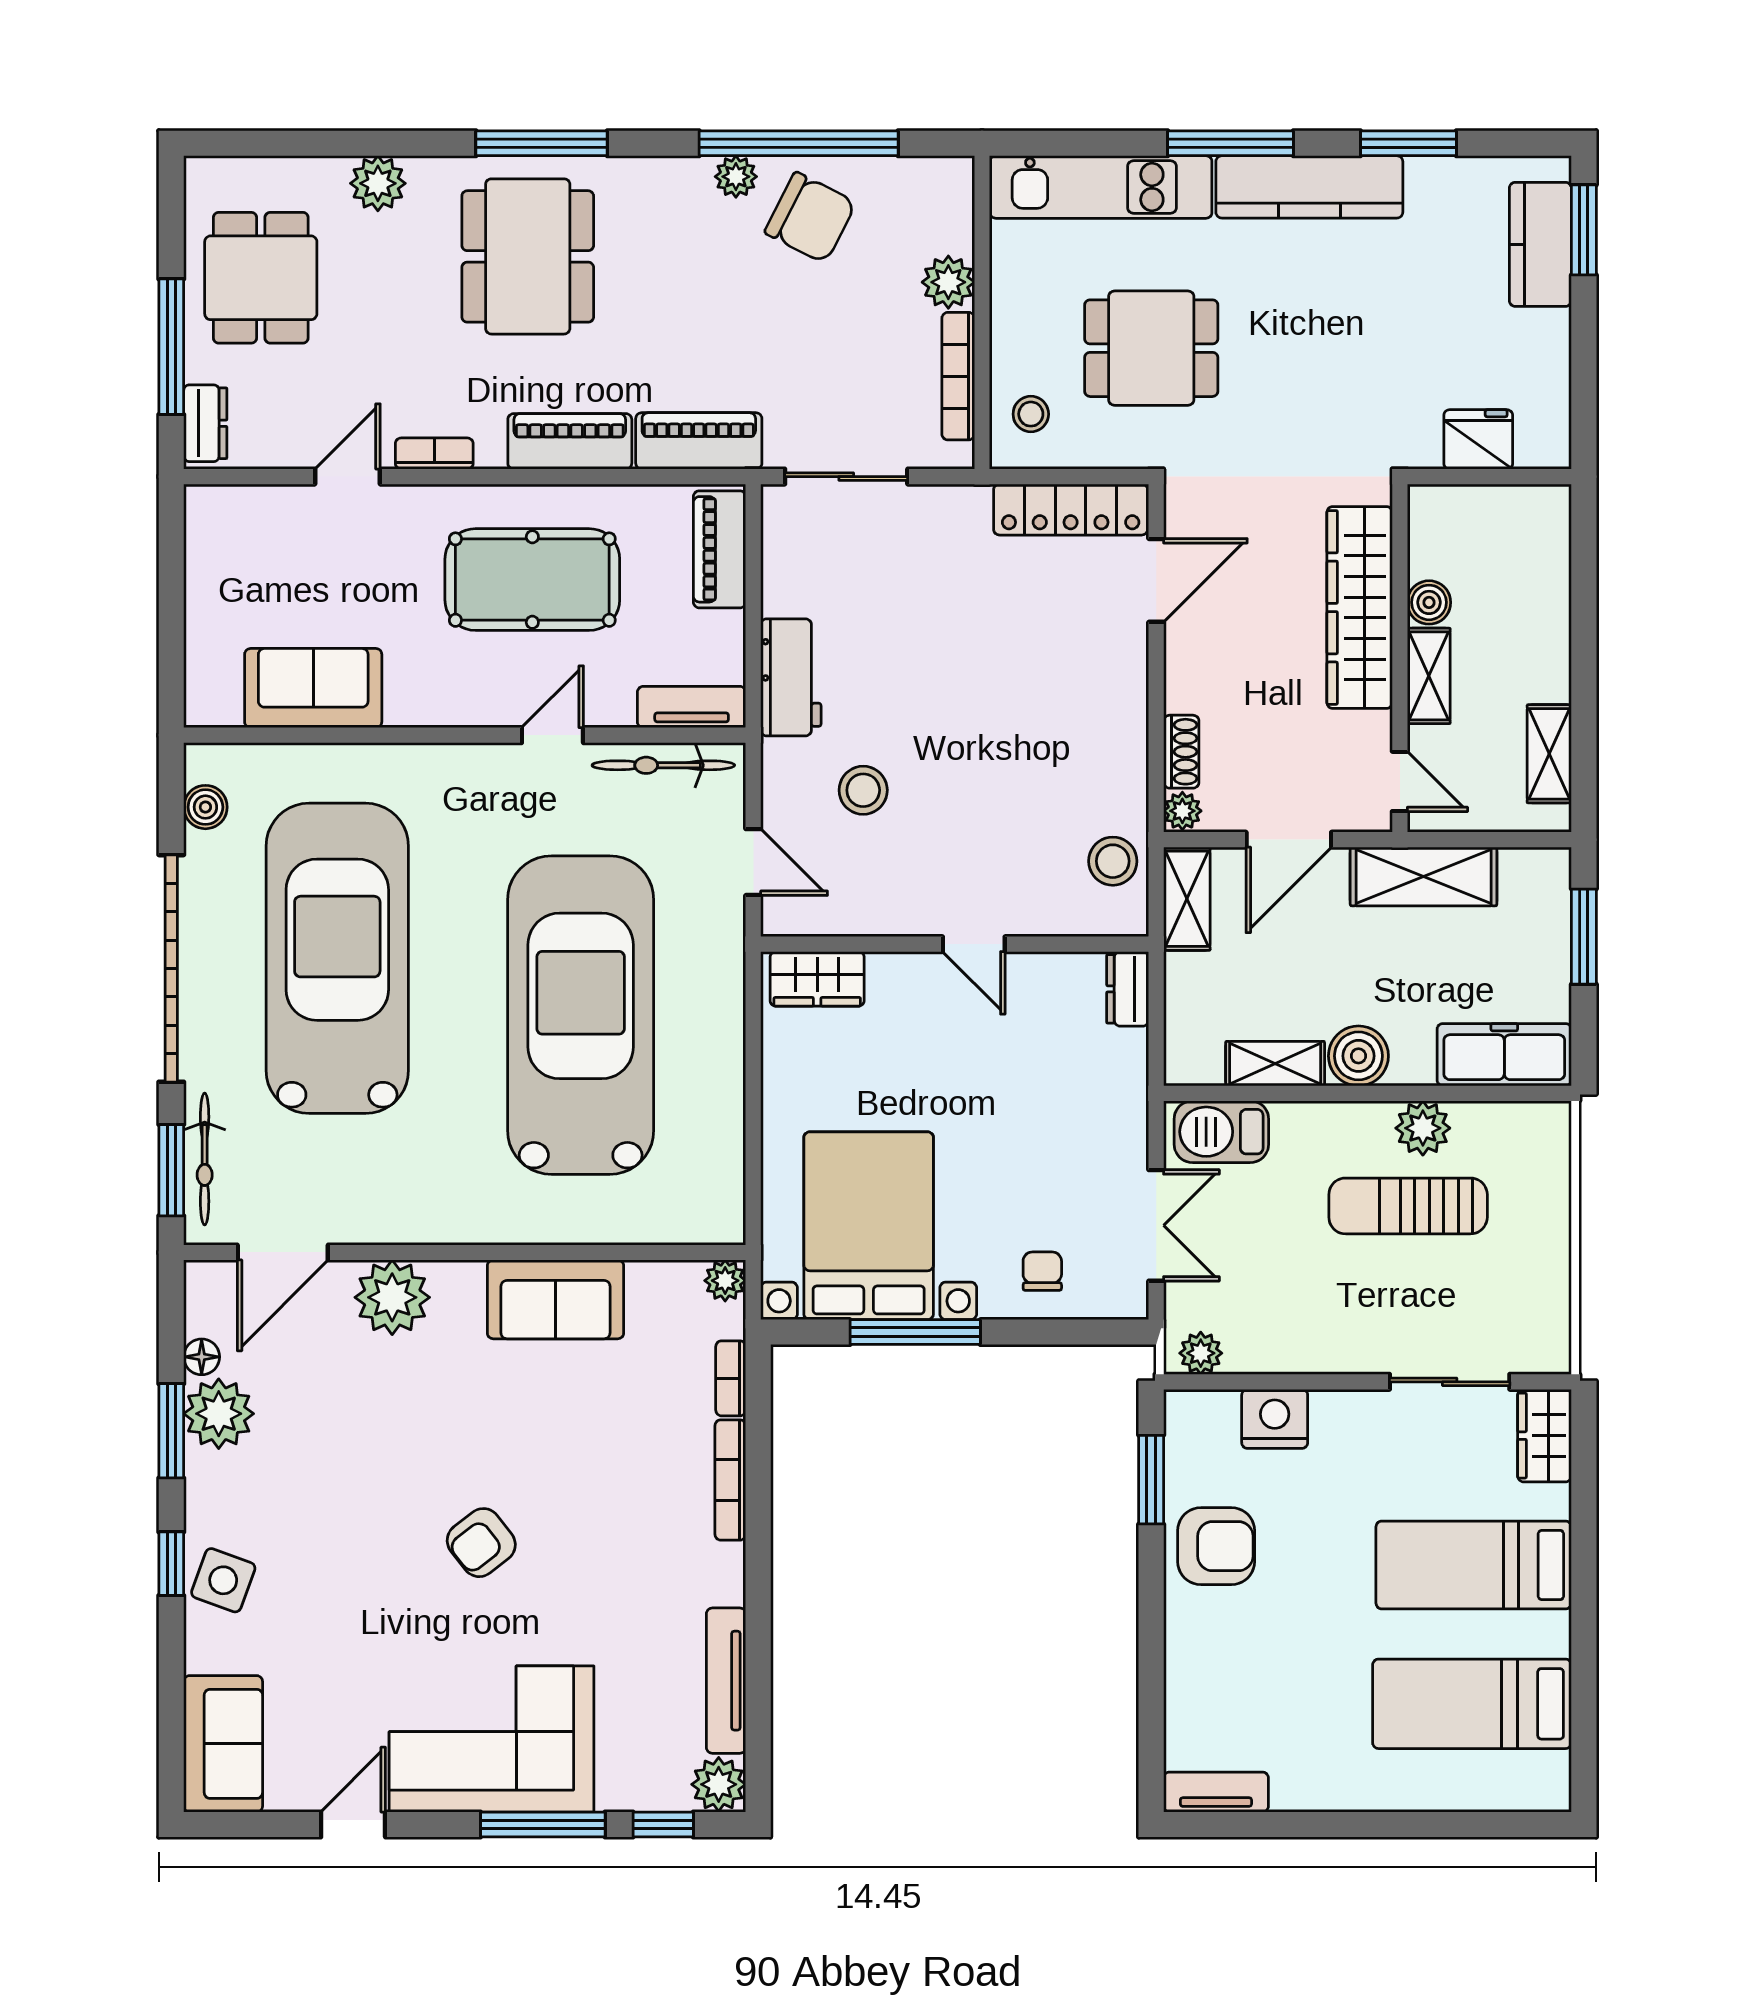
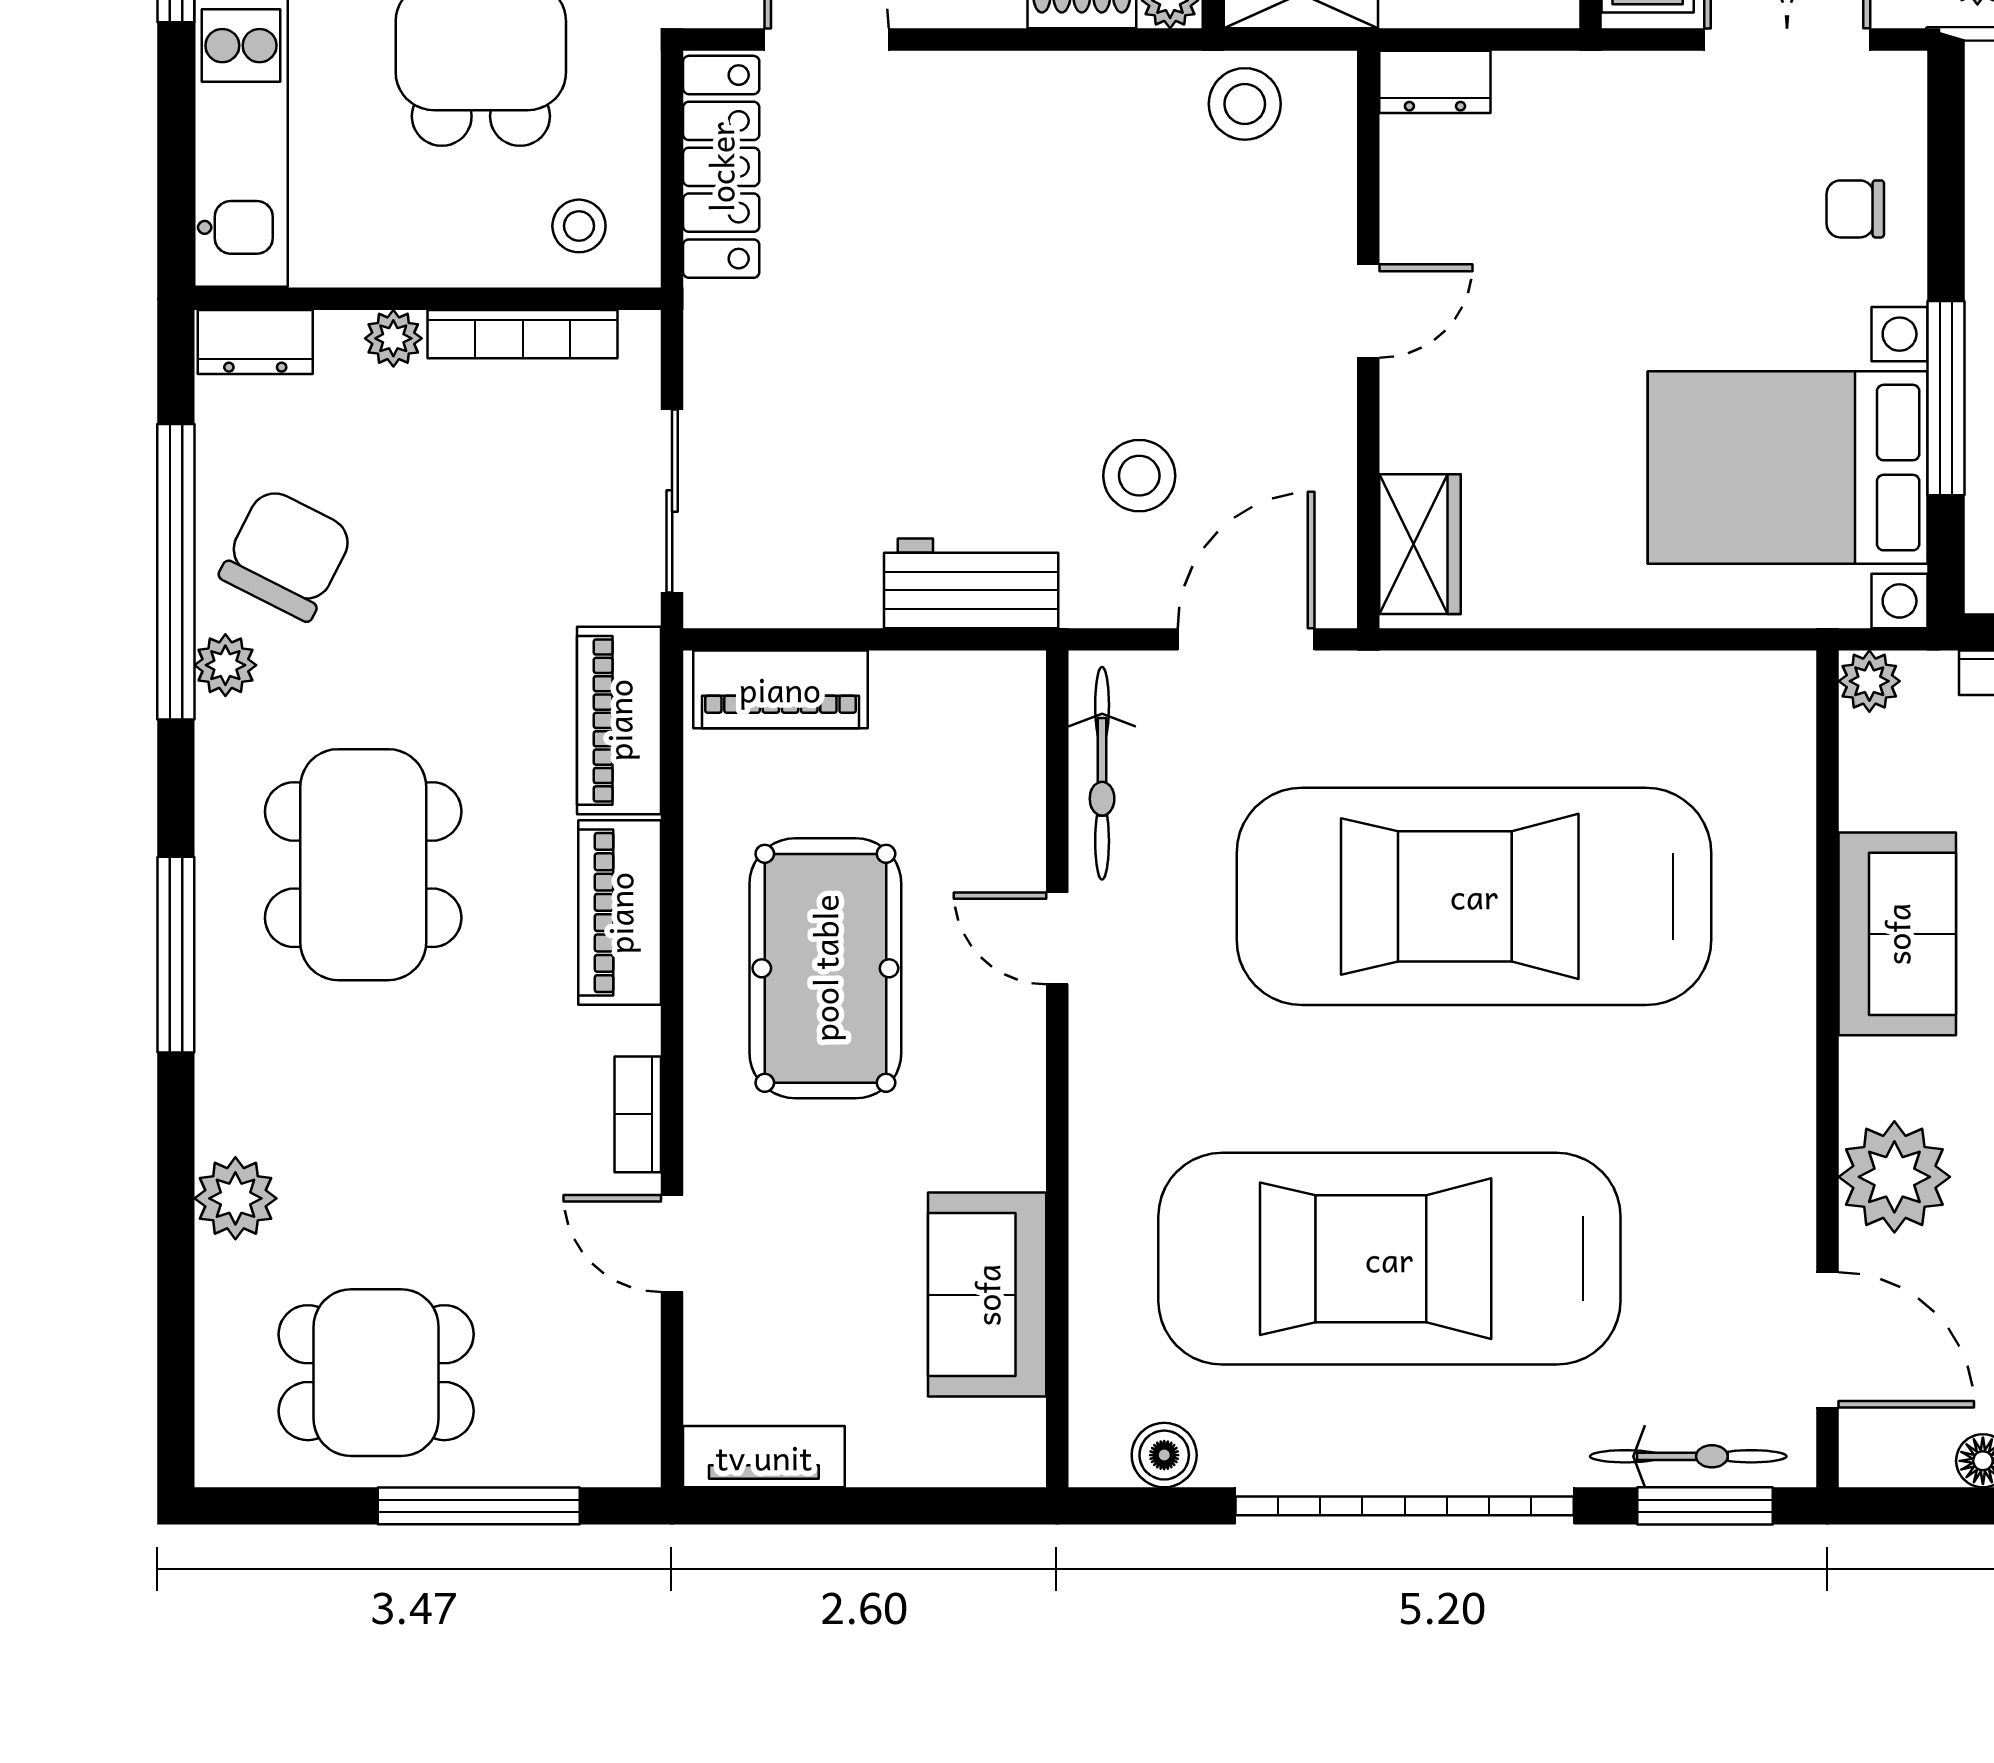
dining table: (528, 256) -> (363, 865), moved, turned 90
plant: (948, 282) -> (393, 338), width x0.73, depth x0.73
dresser: (205, 423) -> (255, 342), moved, turned 180
tv unit: (692, 707) -> (764, 1457), moved, turned 90
door: (753, 862) -> (1246, 639), width x1.38

